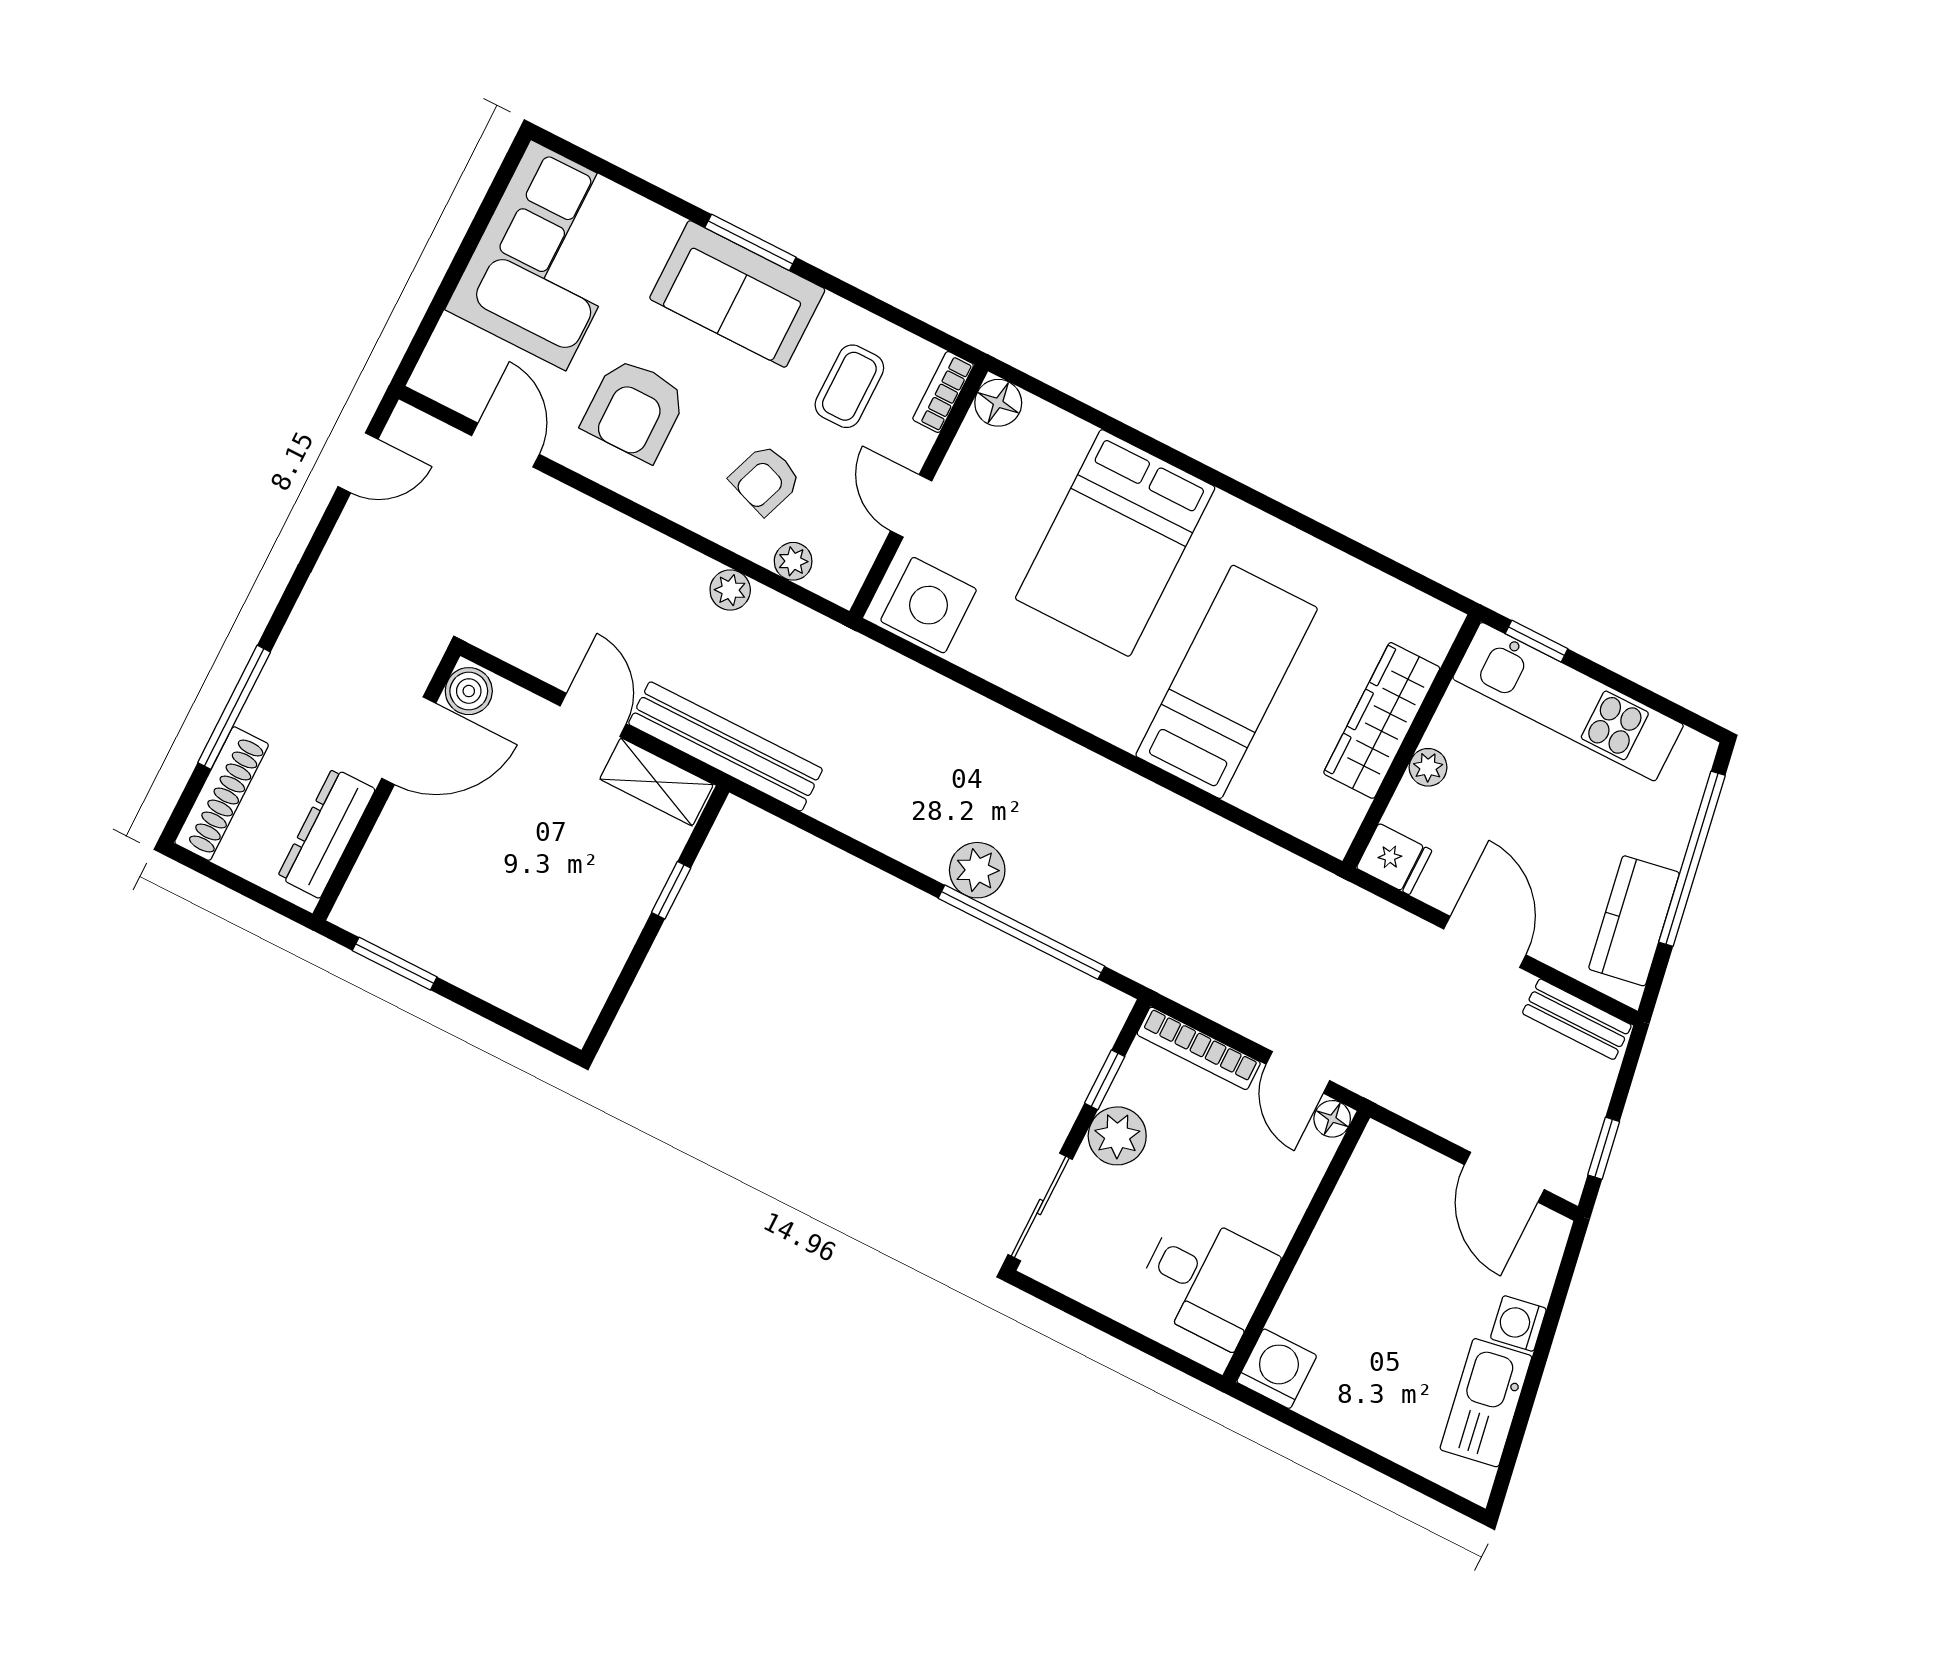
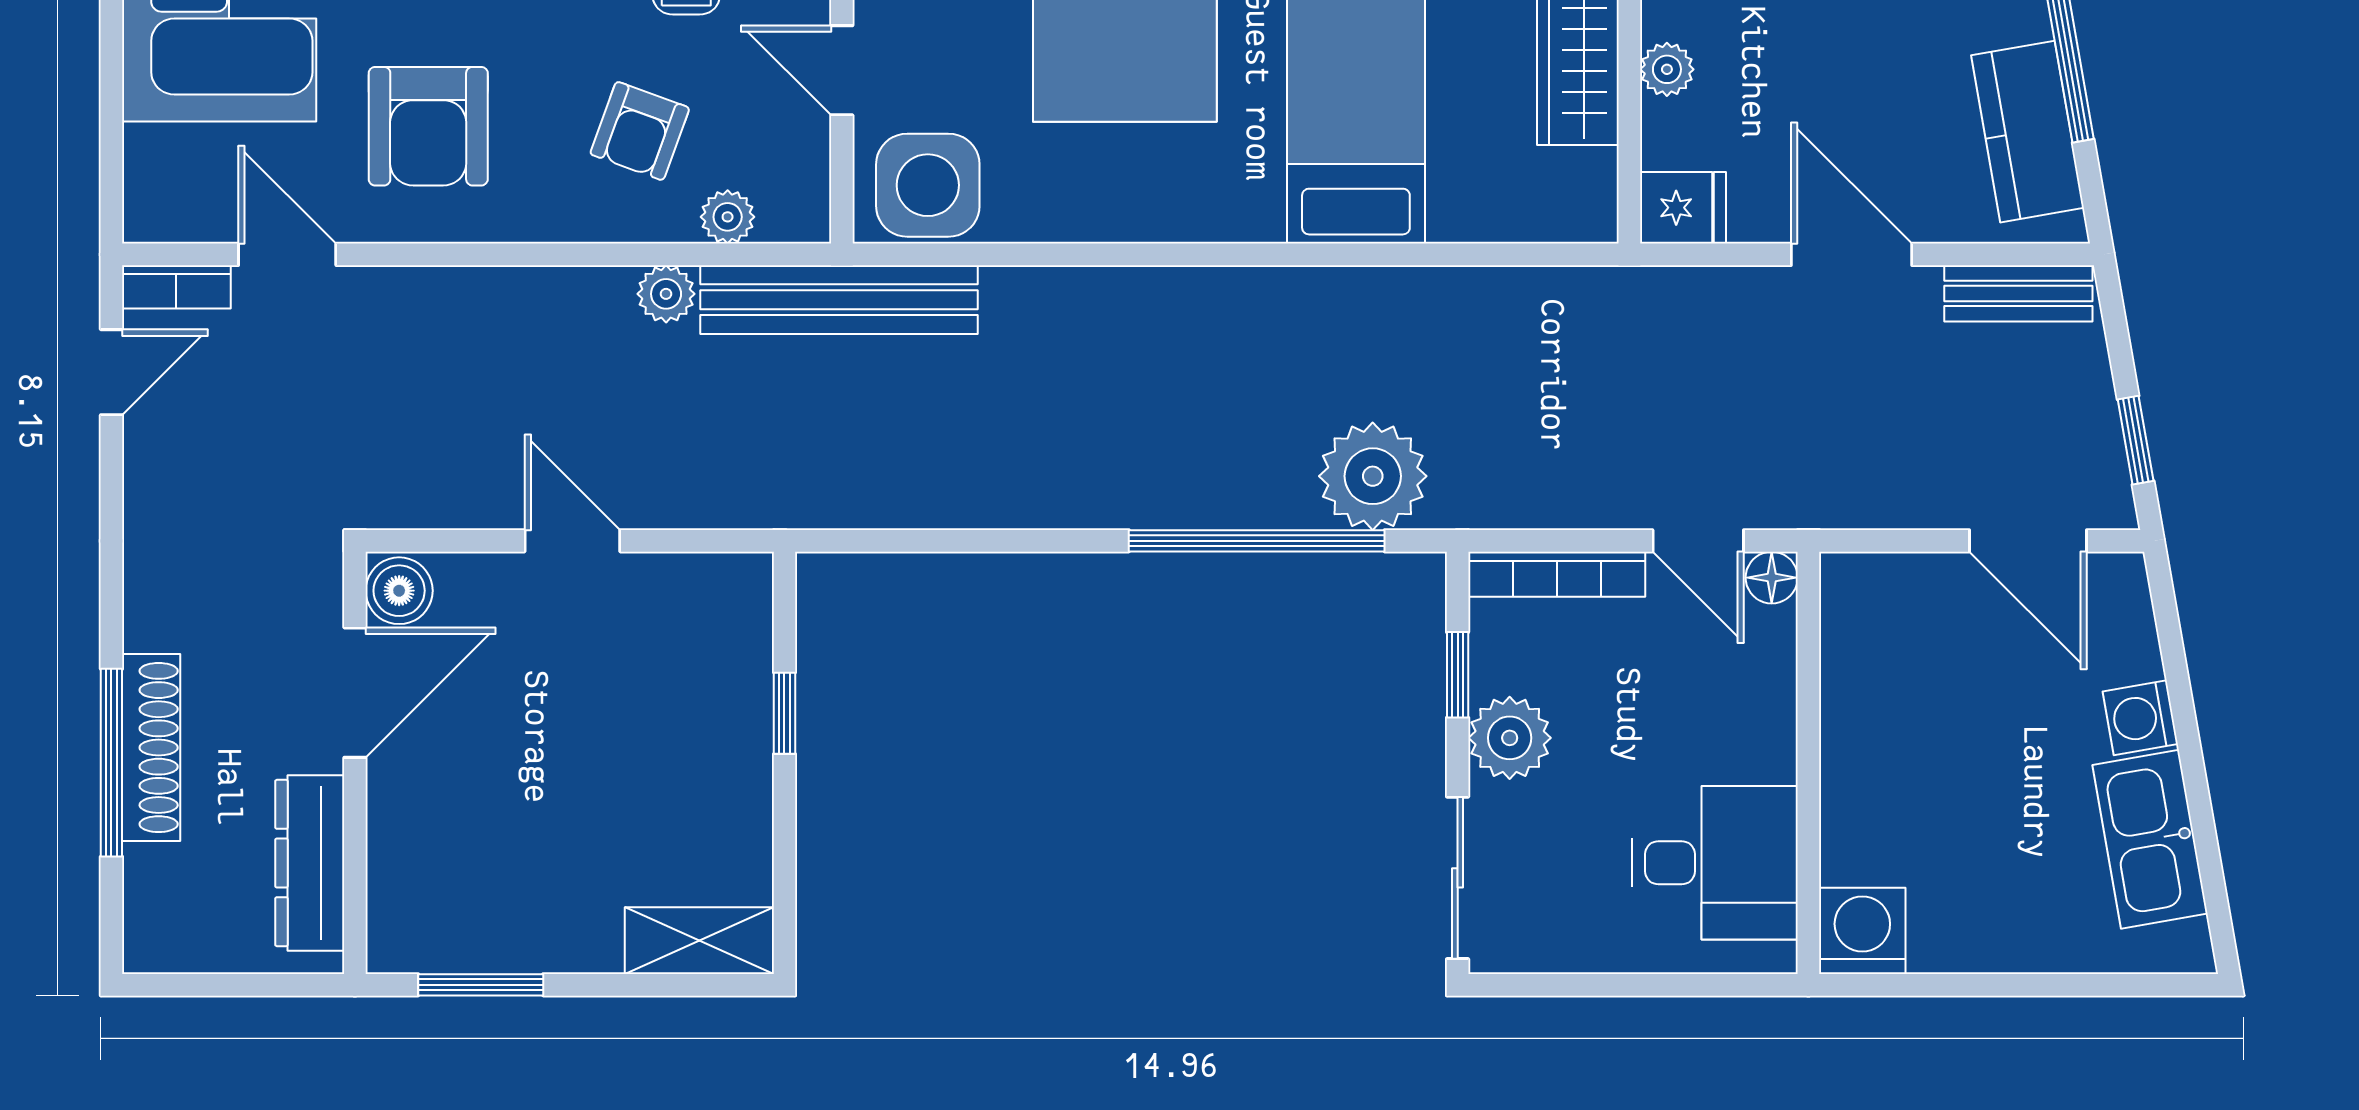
bookcase: (426, 430) -> (176, 287), added
bench: (725, 746) -> (839, 300), moved
shelving: (656, 782) -> (699, 941), moved
shoe rack: (222, 794) -> (151, 748), moved
plant: (977, 870) -> (1373, 476), moved, width x1.36, depth x1.36

